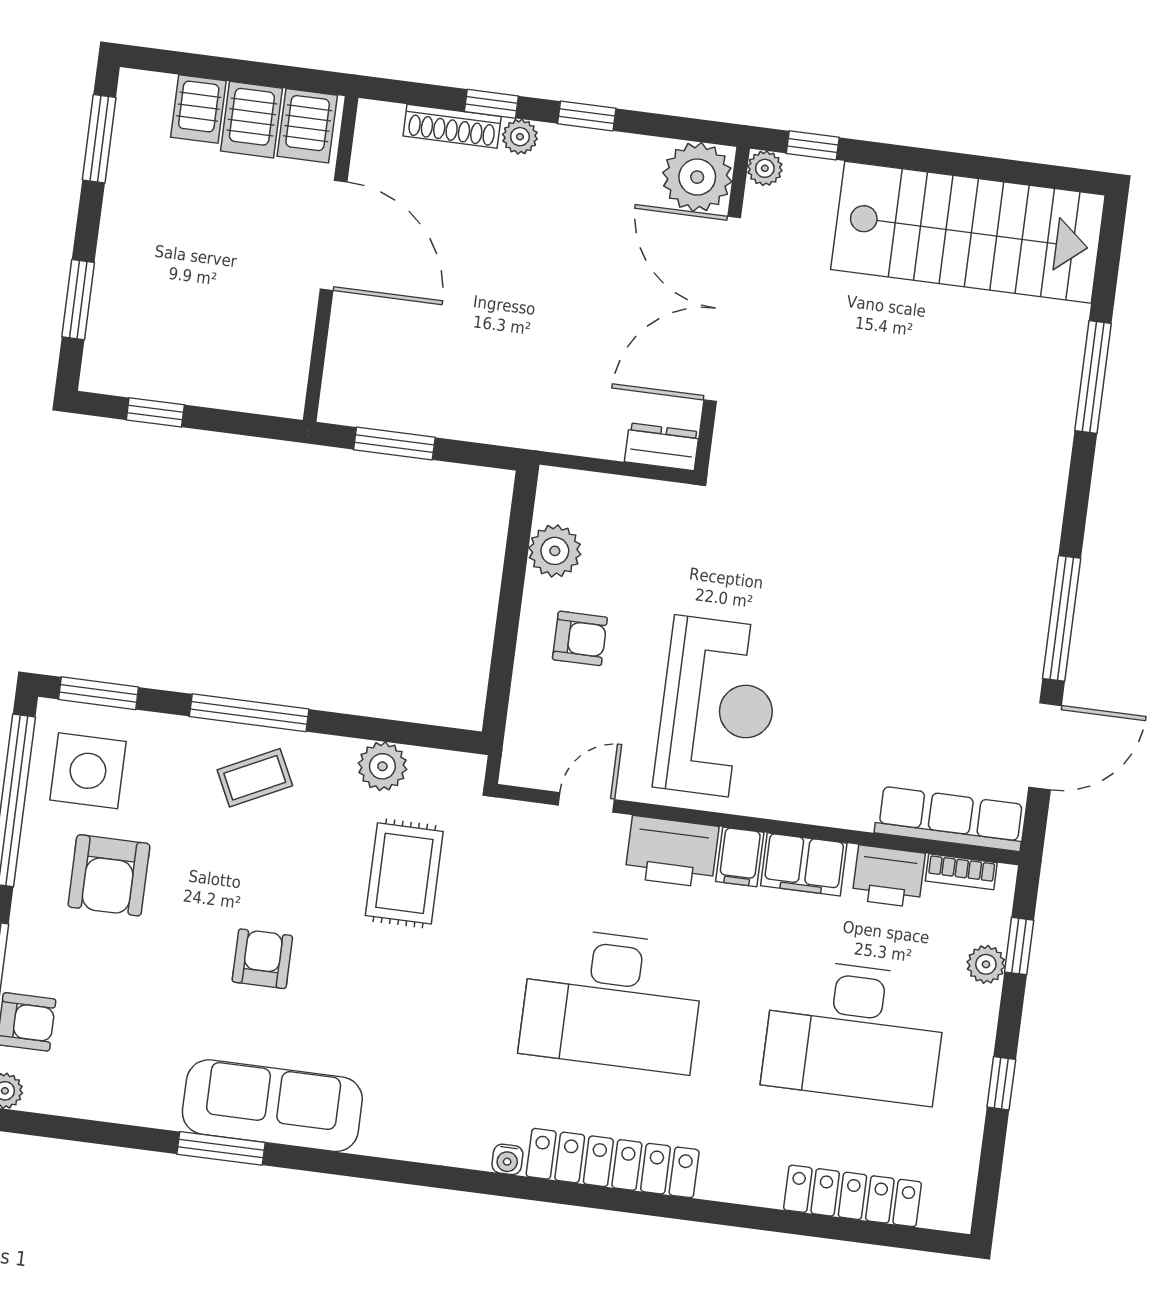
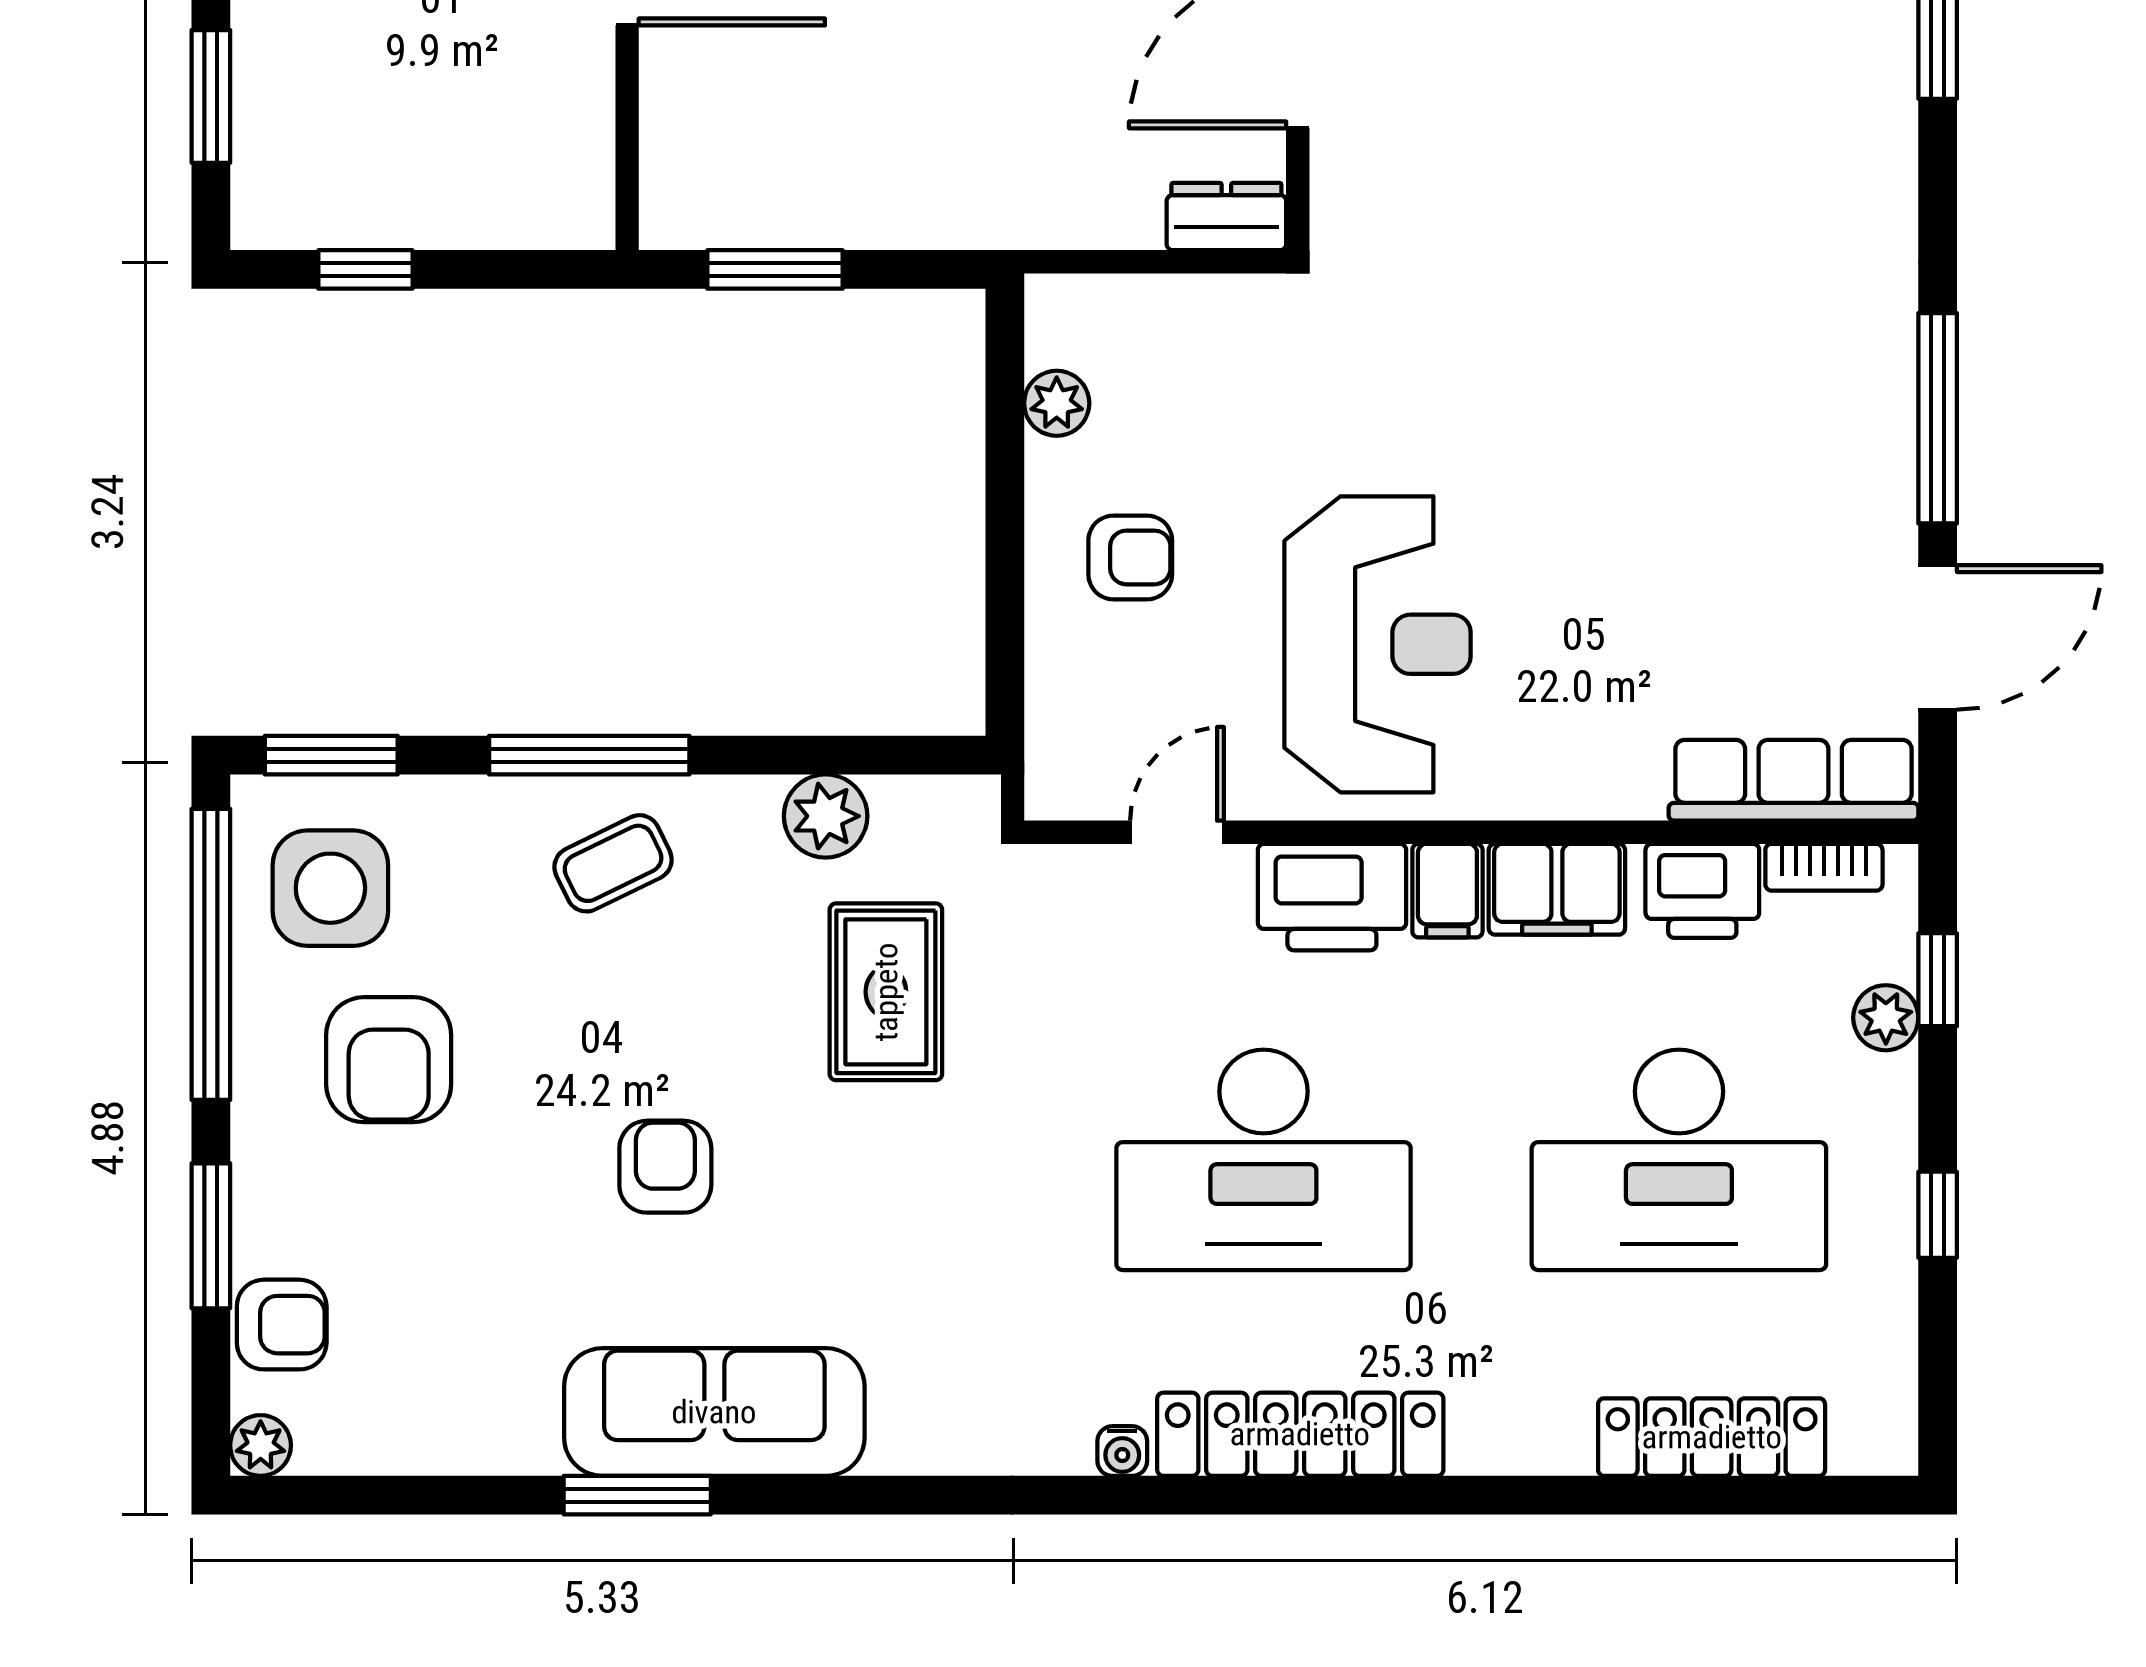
plant: (555, 551) -> (1057, 403), width x0.73, depth x0.73

